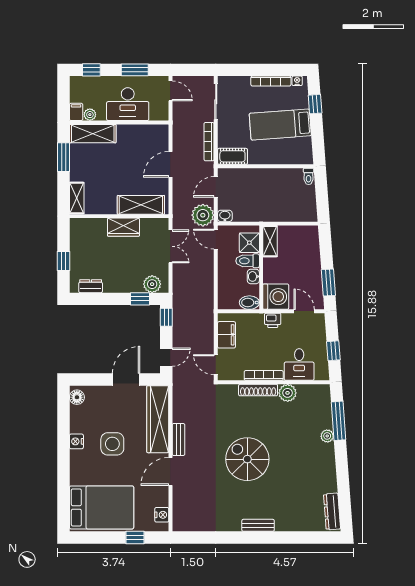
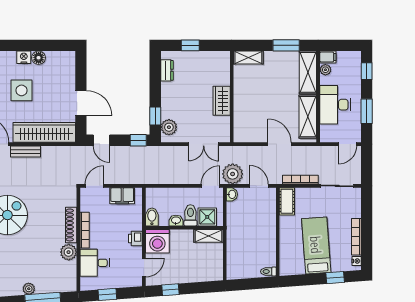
shelving: (141, 205) -> (308, 117), moved
window: (328, 282) -> (170, 290), width x0.67
floor lamp: (77, 397) -> (39, 58), moved

